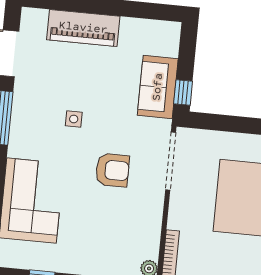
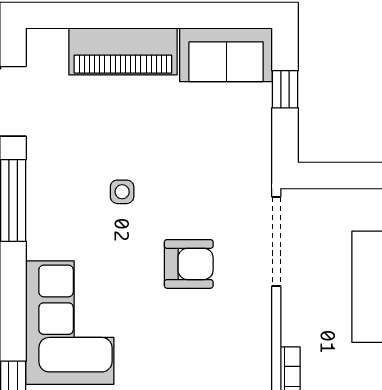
sofa: (158, 87) -> (226, 55), moved, turned -90
window: (183, 93) -> (285, 89), moved

